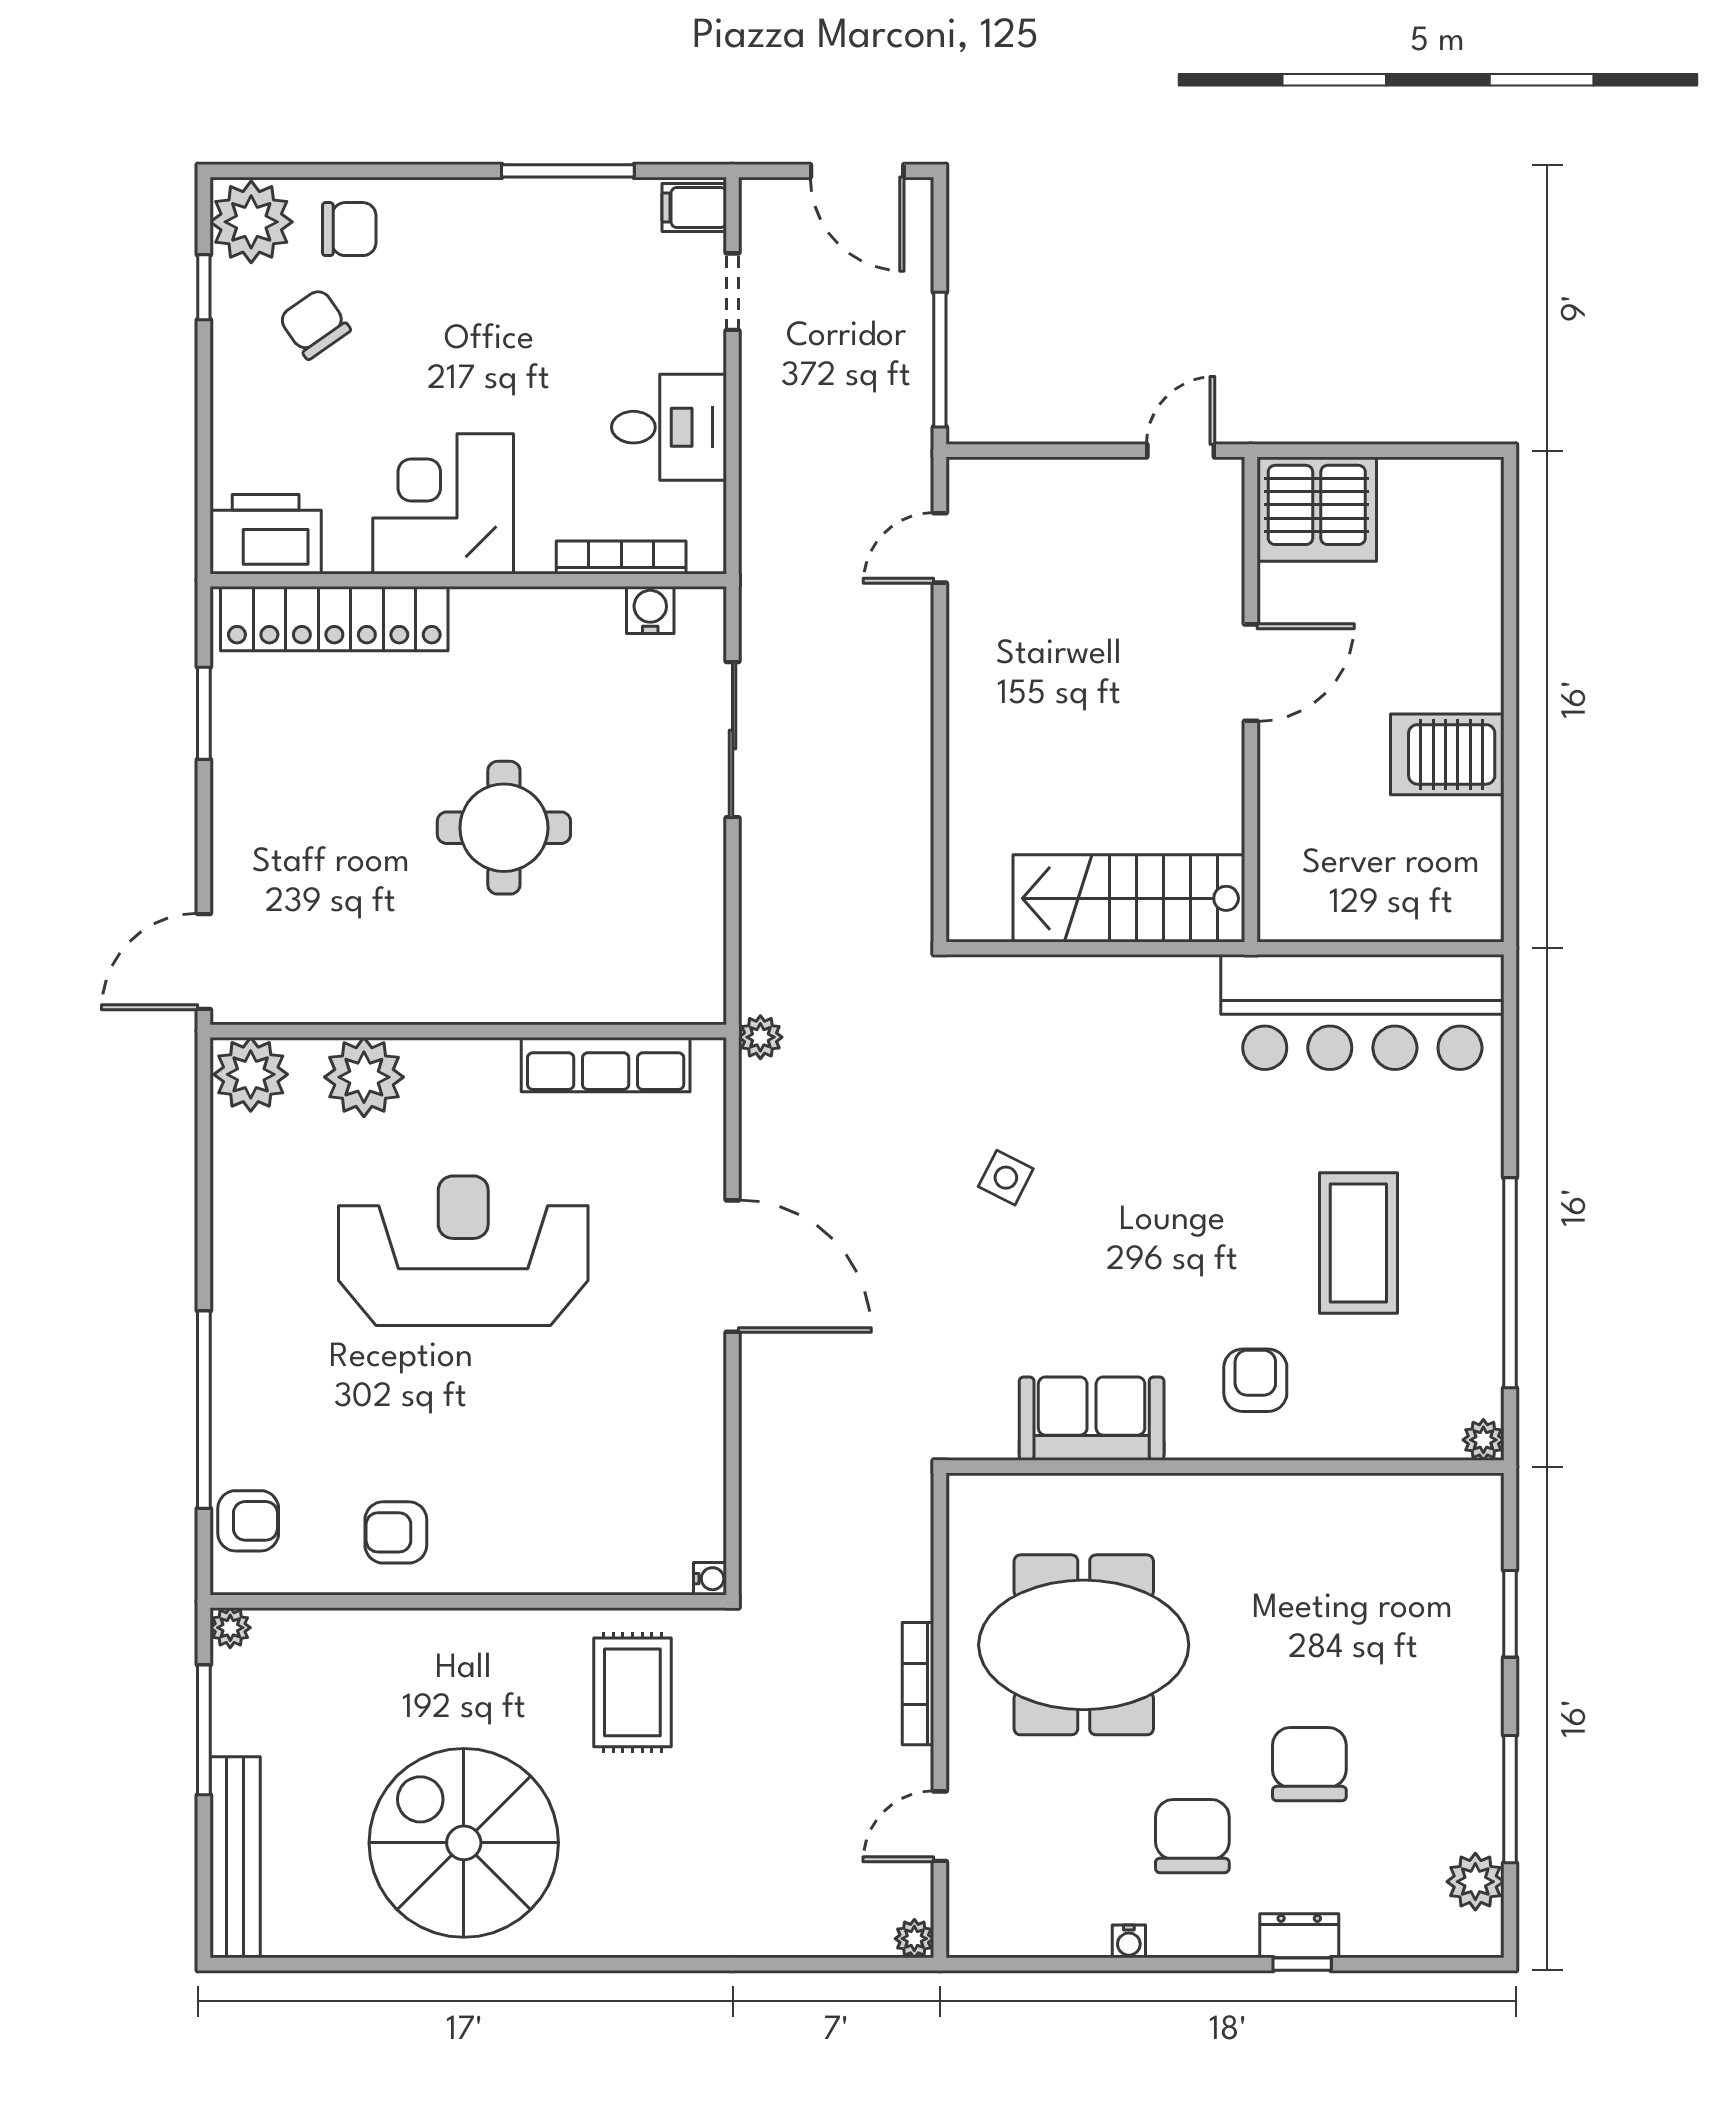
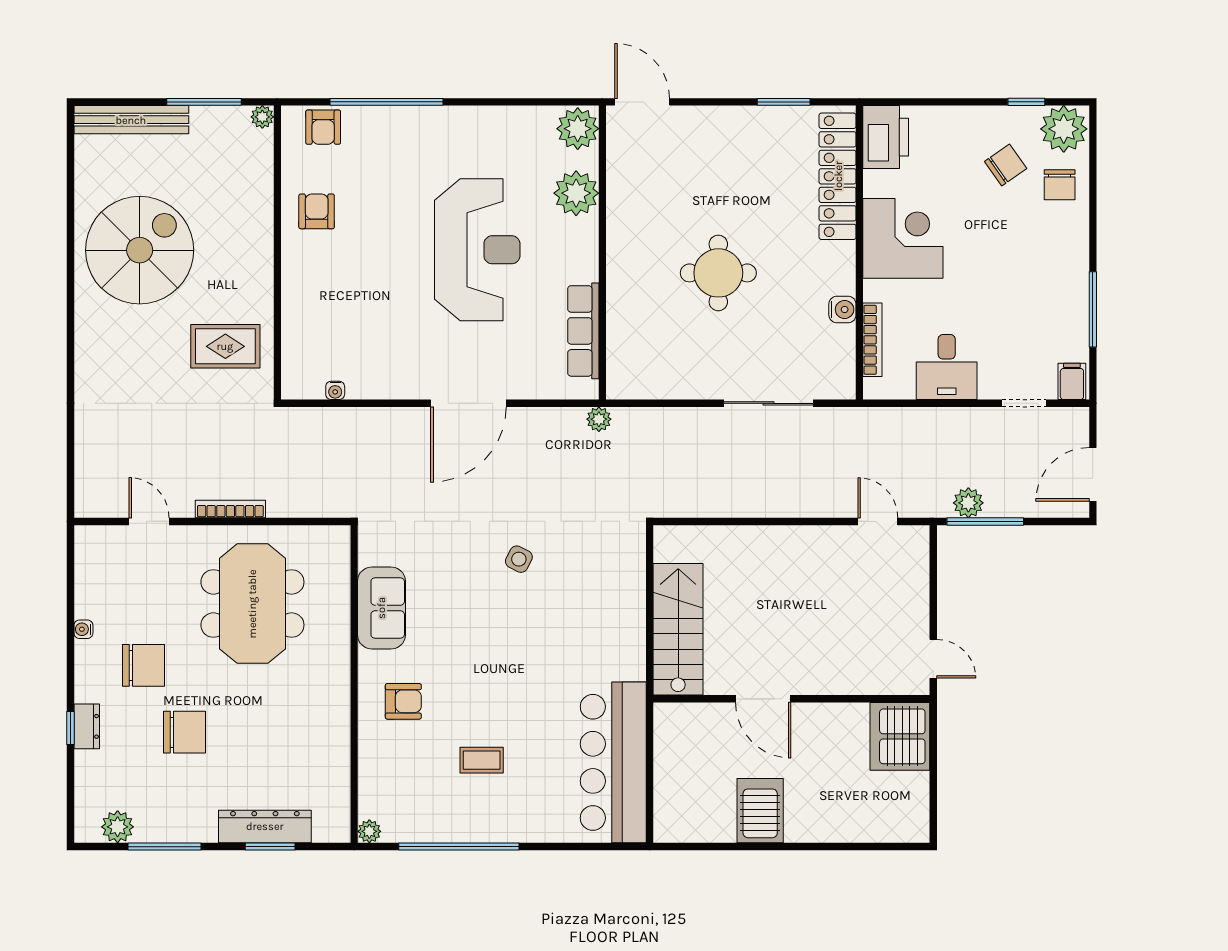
water cooler: (650, 610) -> (842, 309), moved
door: (1251, 673) -> (763, 699), moved
coffee table: (1358, 1243) -> (482, 760), width x0.54, depth x0.58
water cooler: (710, 1579) -> (335, 390), moved
dresser: (1475, 1623) -> (265, 826), added
plant: (914, 1939) -> (968, 503), moved, width x1.38, depth x1.38

